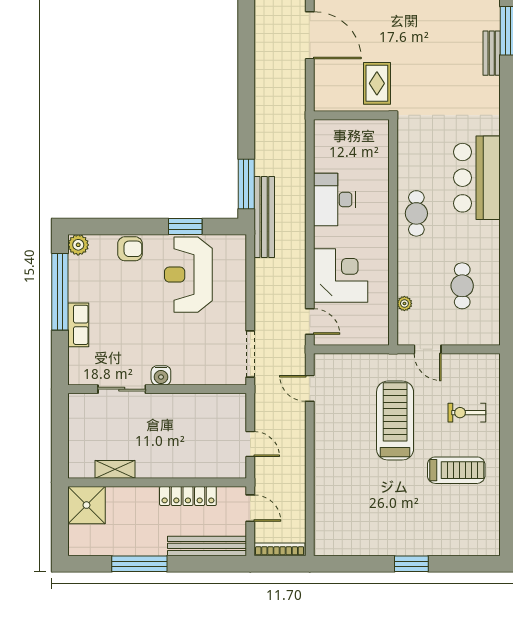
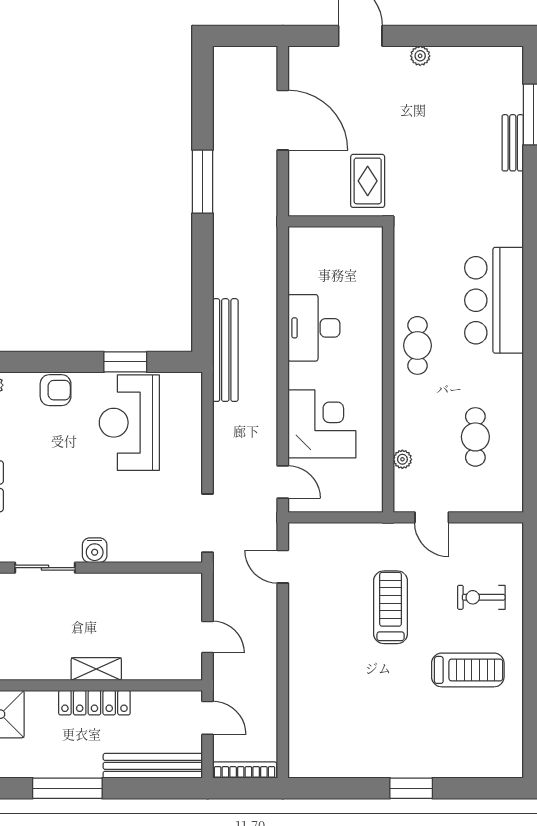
window: (246, 184) -> (202, 182), moved
treadmill: (395, 421) -> (391, 607), width x0.73, depth x0.73
shelving: (115, 469) -> (96, 669), moved
locker: (188, 496) -> (94, 703), moved

